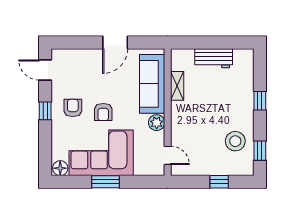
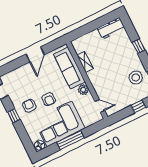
workbench: (214, 58) -> (111, 28), moved
window: (105, 182) -> (71, 140), width x1.44

